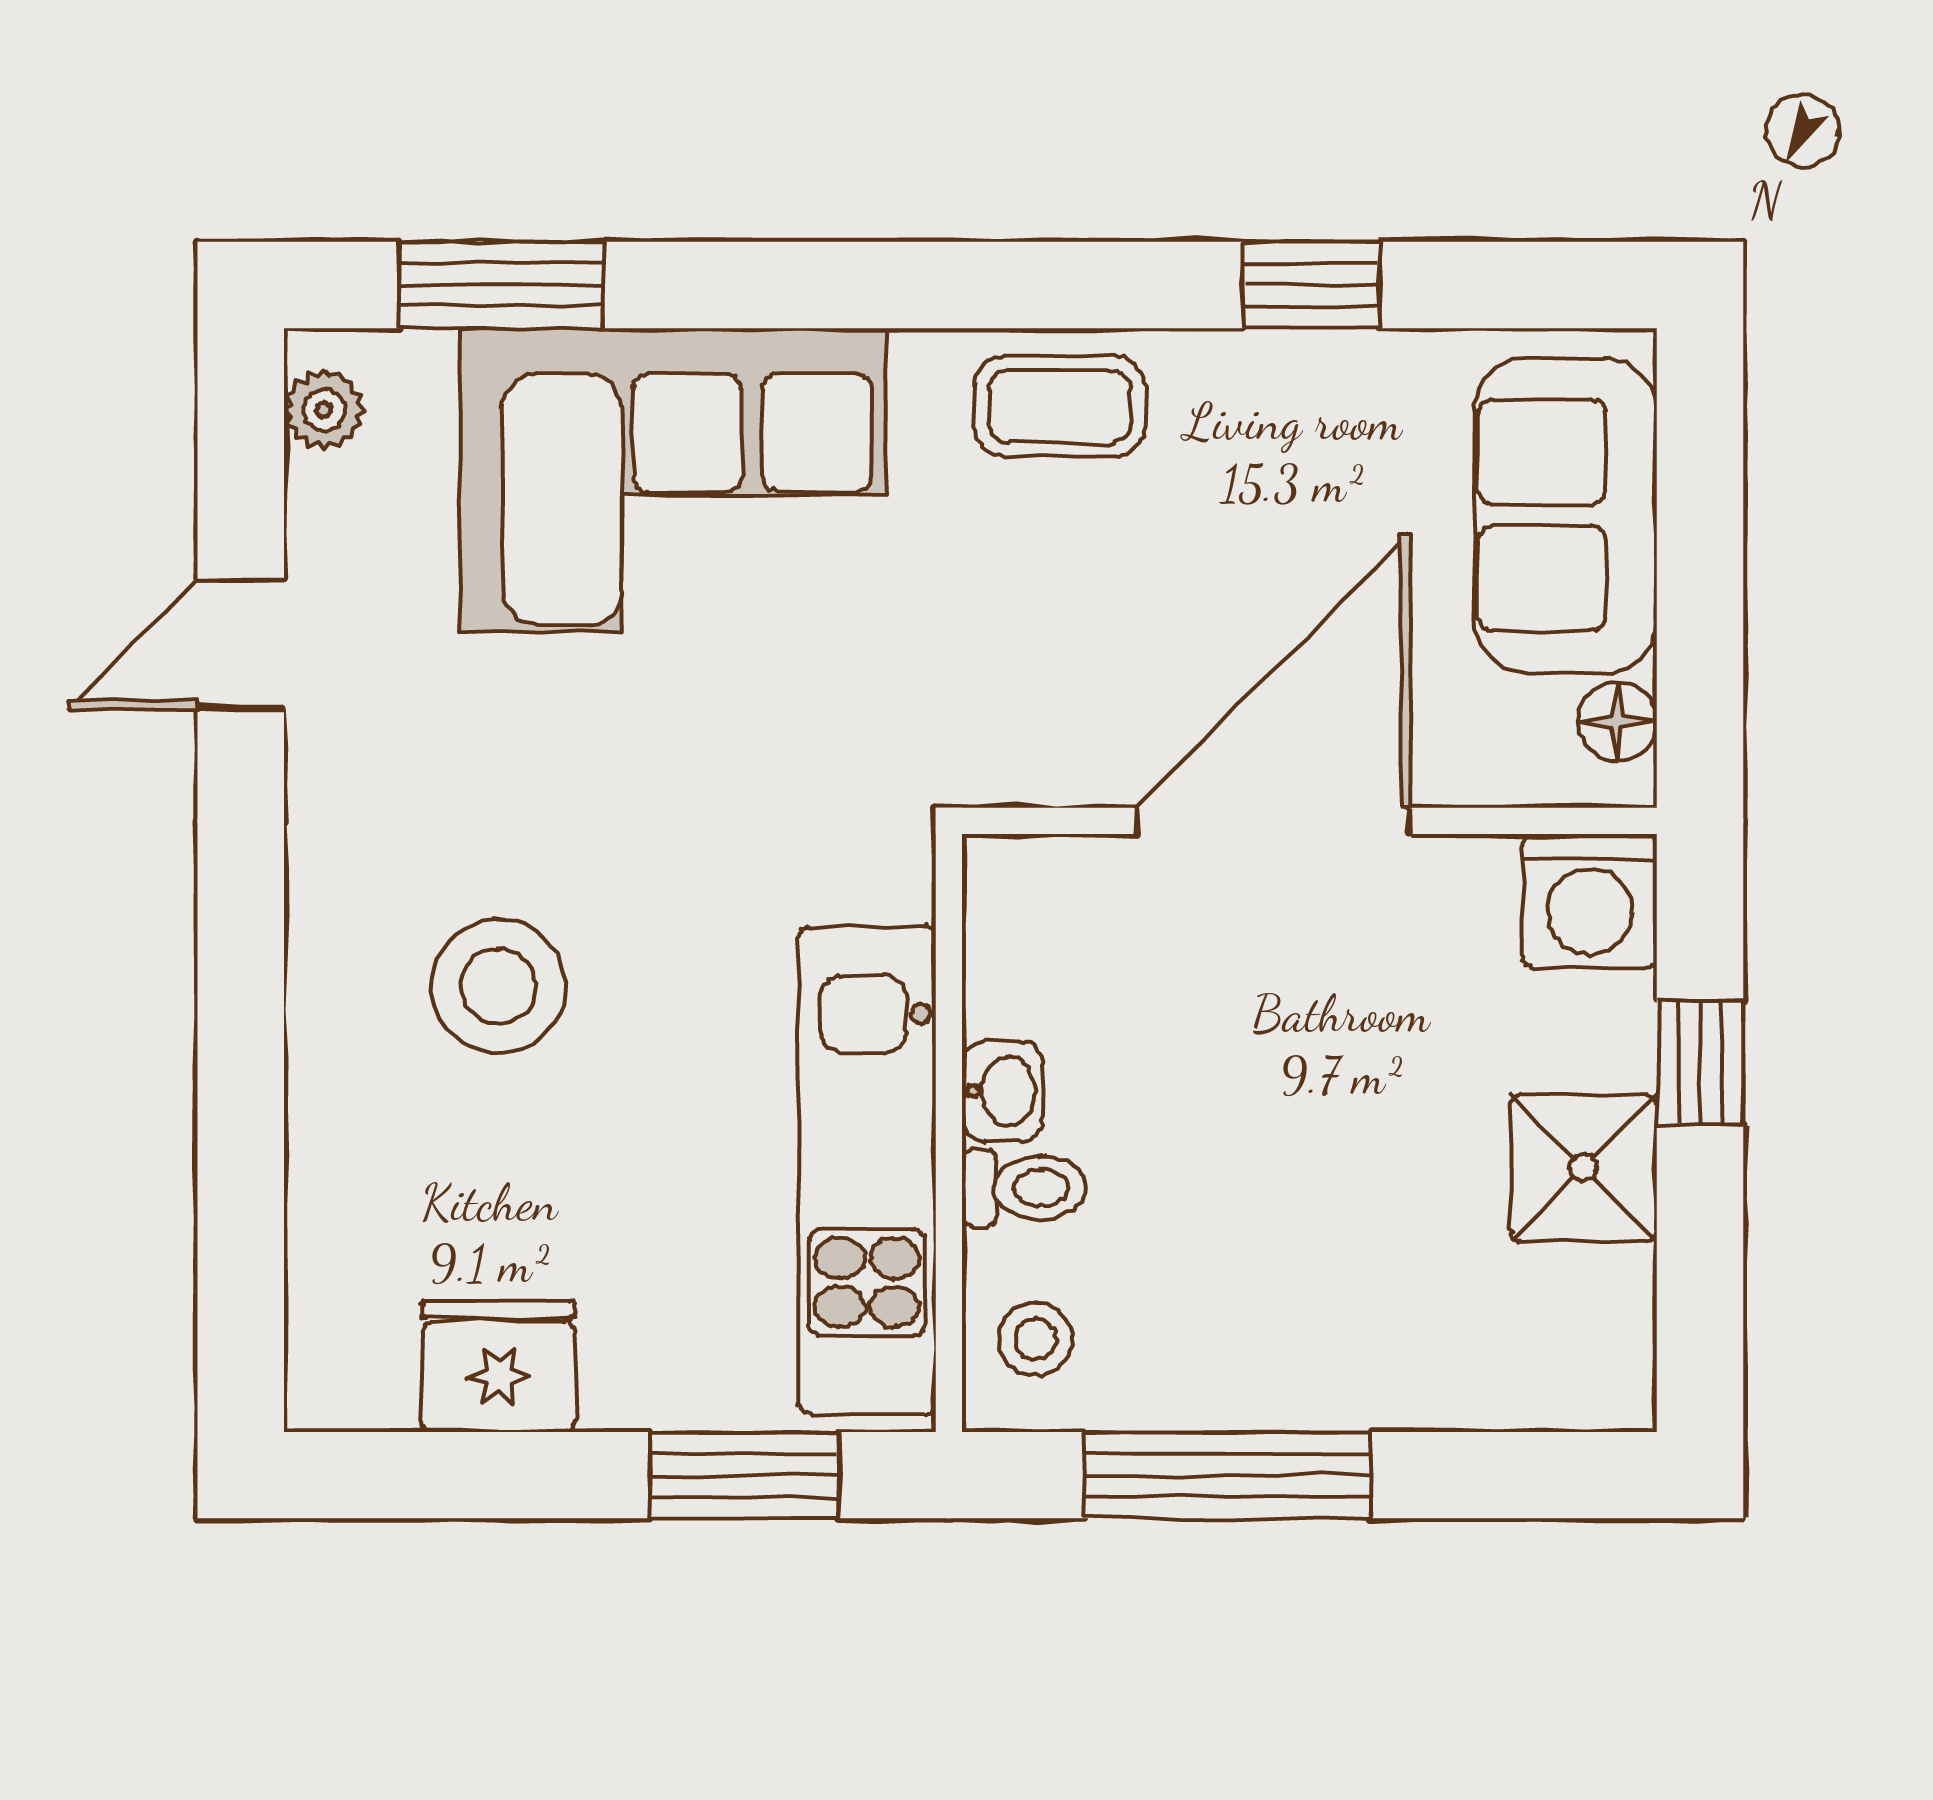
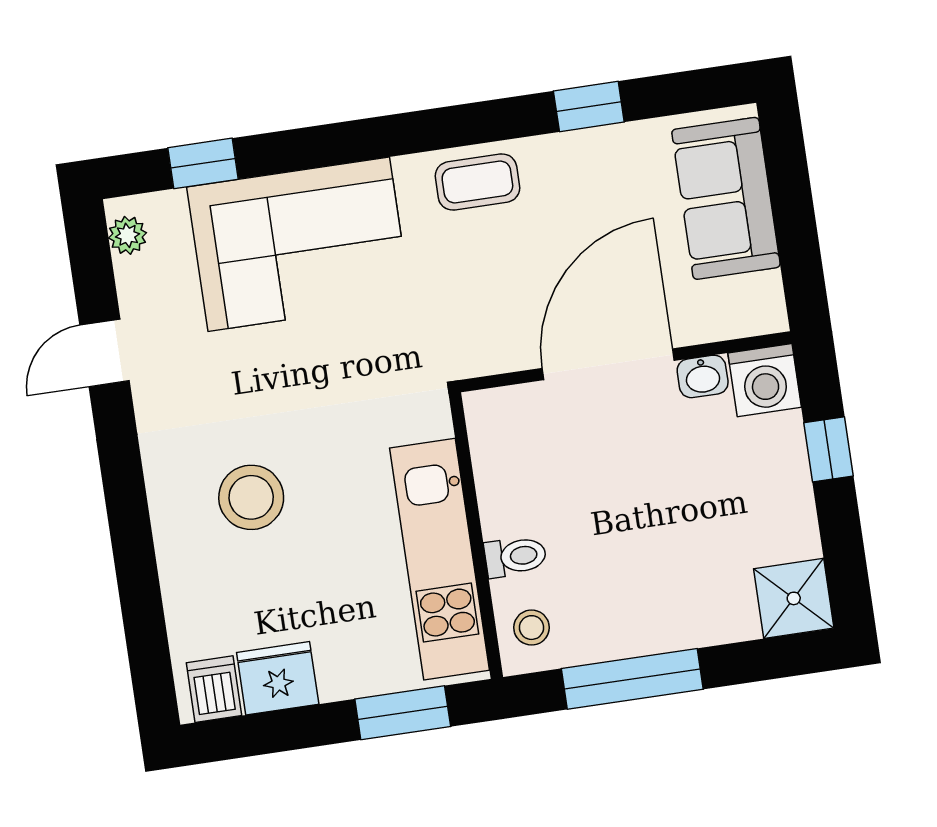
window: (501, 285) -> (203, 163), width x0.67
floor lamp: (1617, 722) -> (765, 293), removed
washbasin: (1003, 1091) -> (703, 376), moved, turned 90
shower: (1583, 1168) -> (794, 598), moved
dishwasher: (364, 1369) -> (214, 689), added

